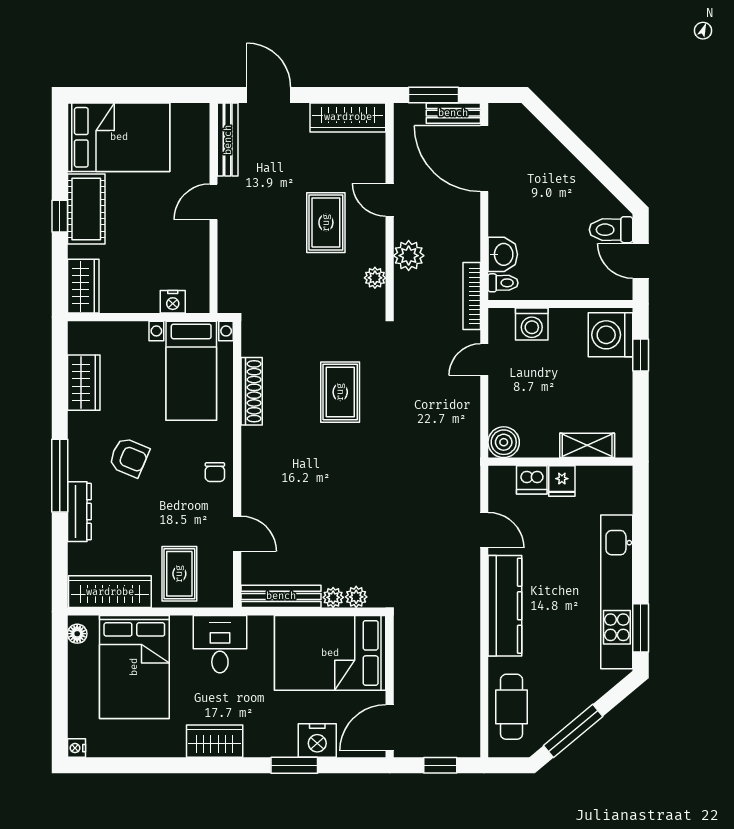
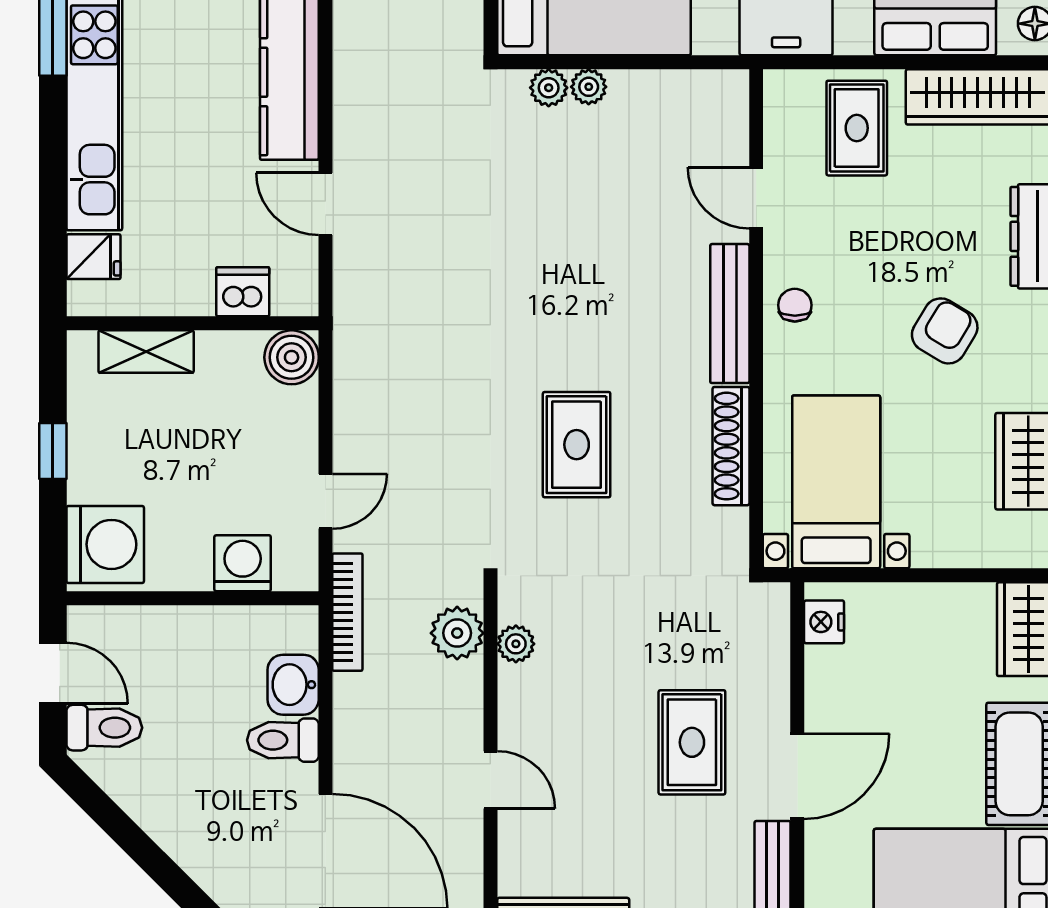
door: (213, 202) -> (797, 776), width x1.38
rug: (326, 223) -> (692, 742), moved
plant: (409, 256) -> (457, 633), moved
toilet: (503, 283) -> (283, 740), moved, width x1.37, depth x1.39
nightstand: (173, 302) -> (824, 622), moved, turned -90
window: (641, 355) -> (53, 451), moved
armchair: (129, 457) -> (945, 331), turned 98
fridge: (562, 481) -> (94, 257), moved, turned 90
bench: (281, 596) -> (730, 314), moved, turned 90

